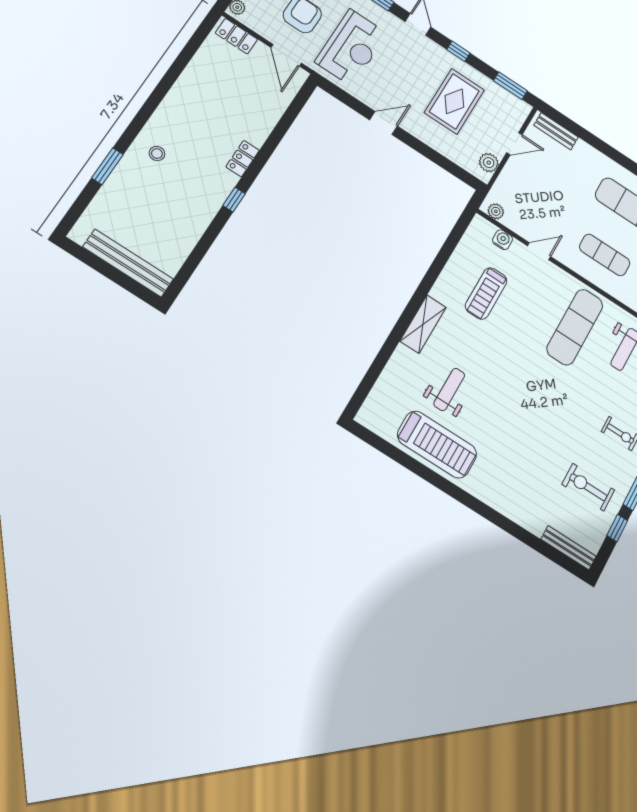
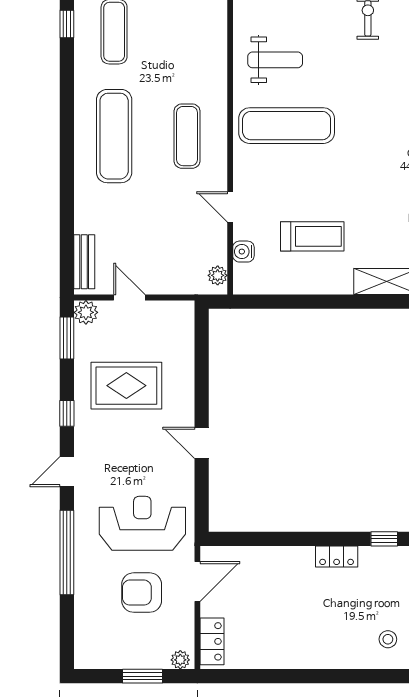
plant: (489, 163) -> (86, 312), moved

